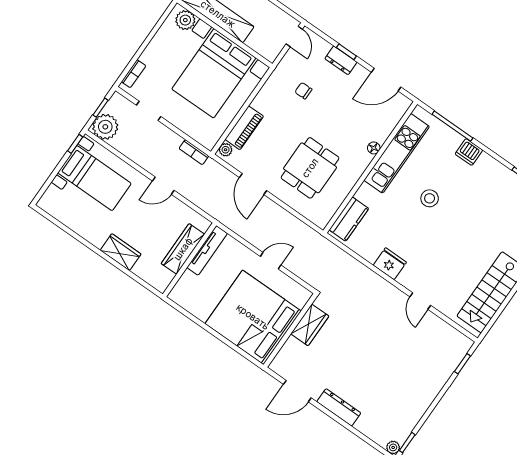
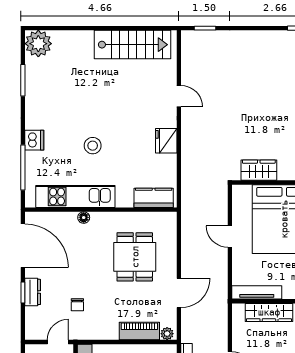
door: (294, 37) -> (58, 342), moved
door: (386, 80) -> (23, 246), width x1.36
dining table: (310, 168) -> (135, 257), turned 90
door: (420, 301) -> (179, 96), hinge flipped

